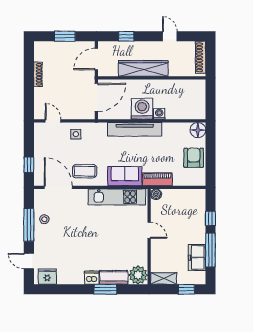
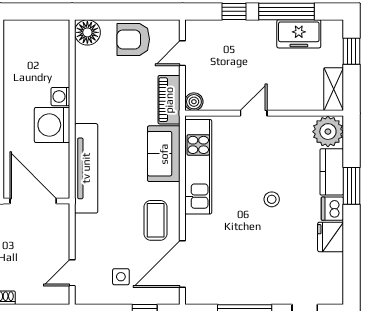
tv unit: (135, 129) -> (86, 168), moved
side table: (76, 134) -> (121, 277), moved
door: (185, 187) -> (182, 53), added
stool: (44, 219) -> (272, 199), moved
fridge: (47, 277) -> (331, 237), moved

